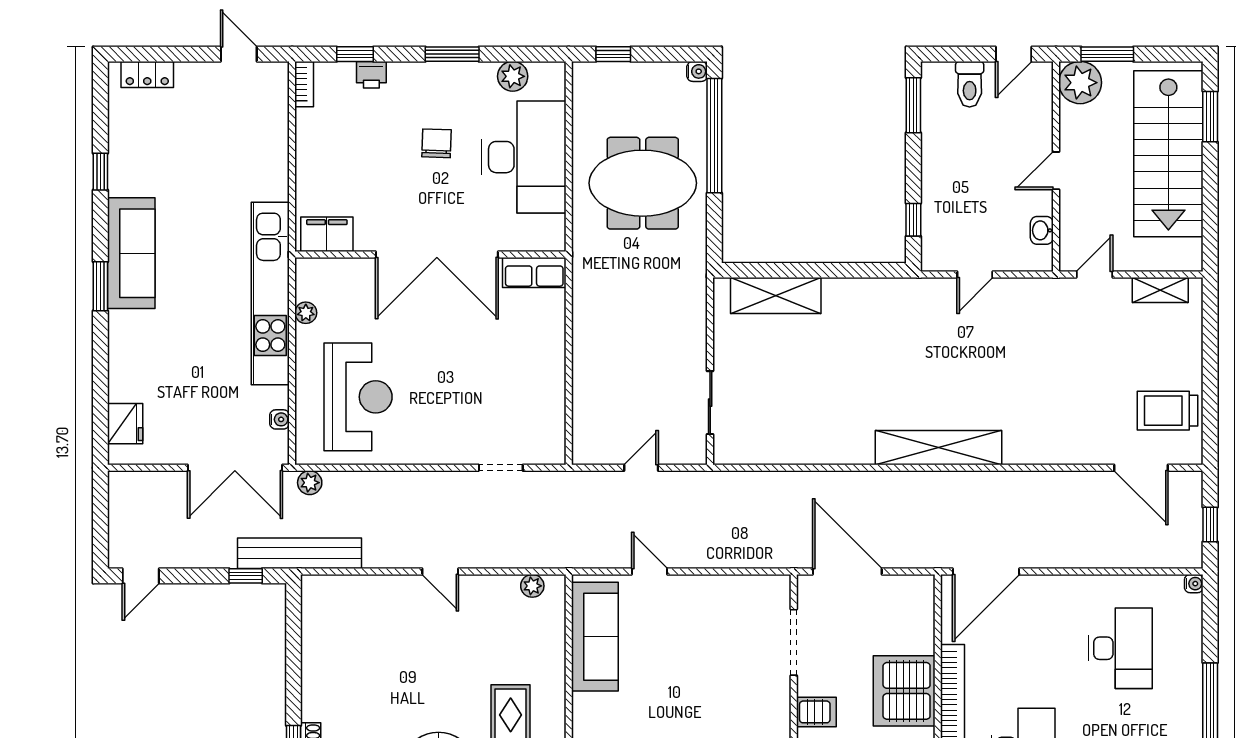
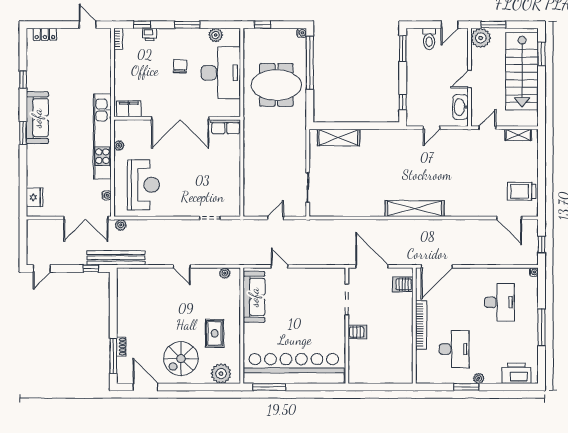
washbasin: (1042, 230) -> (460, 107), width x1.91, depth x1.45
server rack: (904, 691) -> (403, 284), moved, width x0.46, depth x0.70

